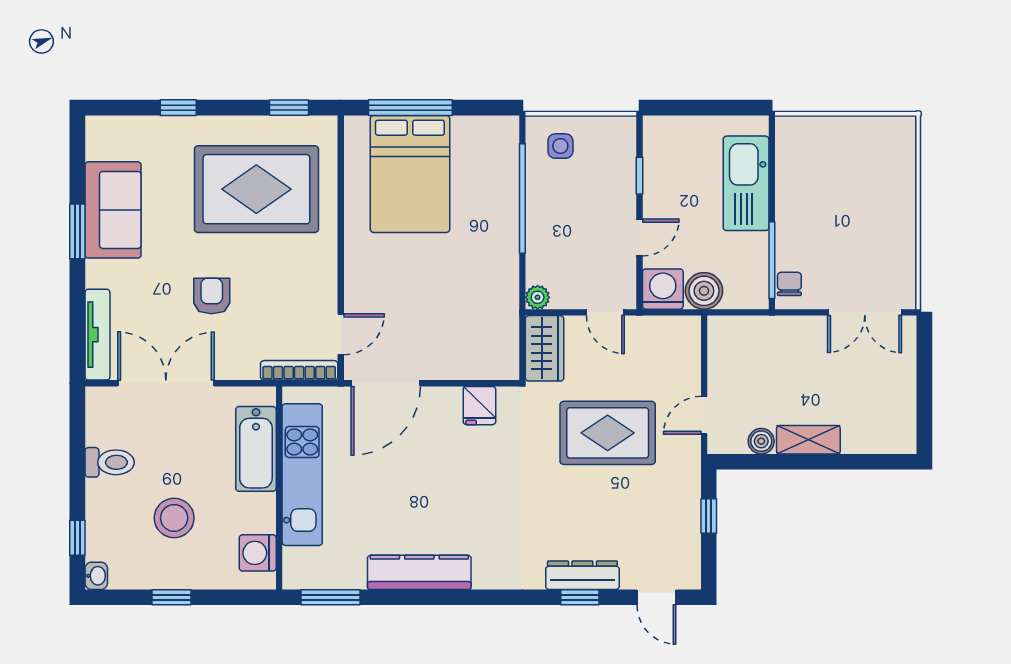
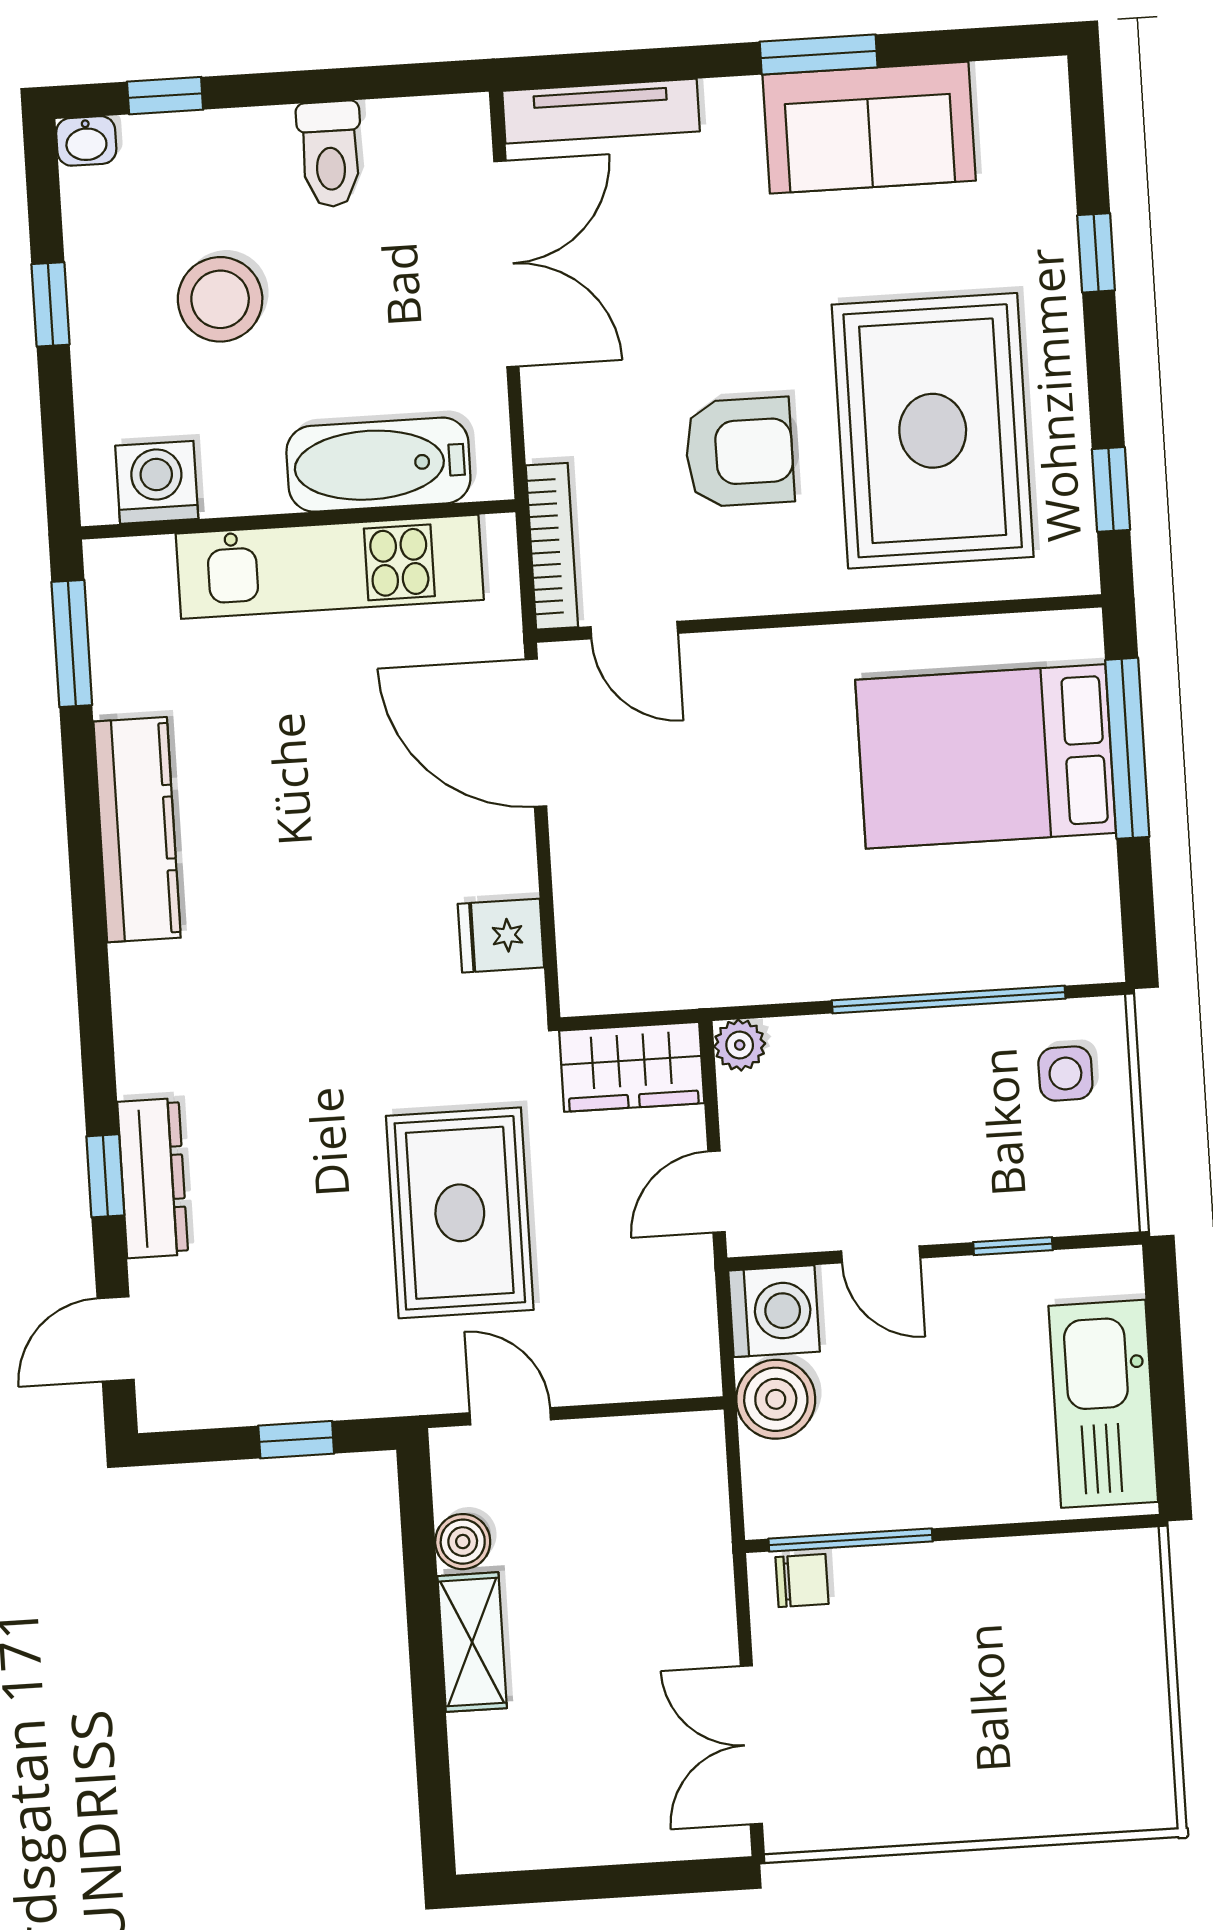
kitchen sink: (746, 183) -> (1103, 1404), moved, turned -90
armchair: (212, 296) -> (739, 452), moved, width x1.38, depth x1.38

